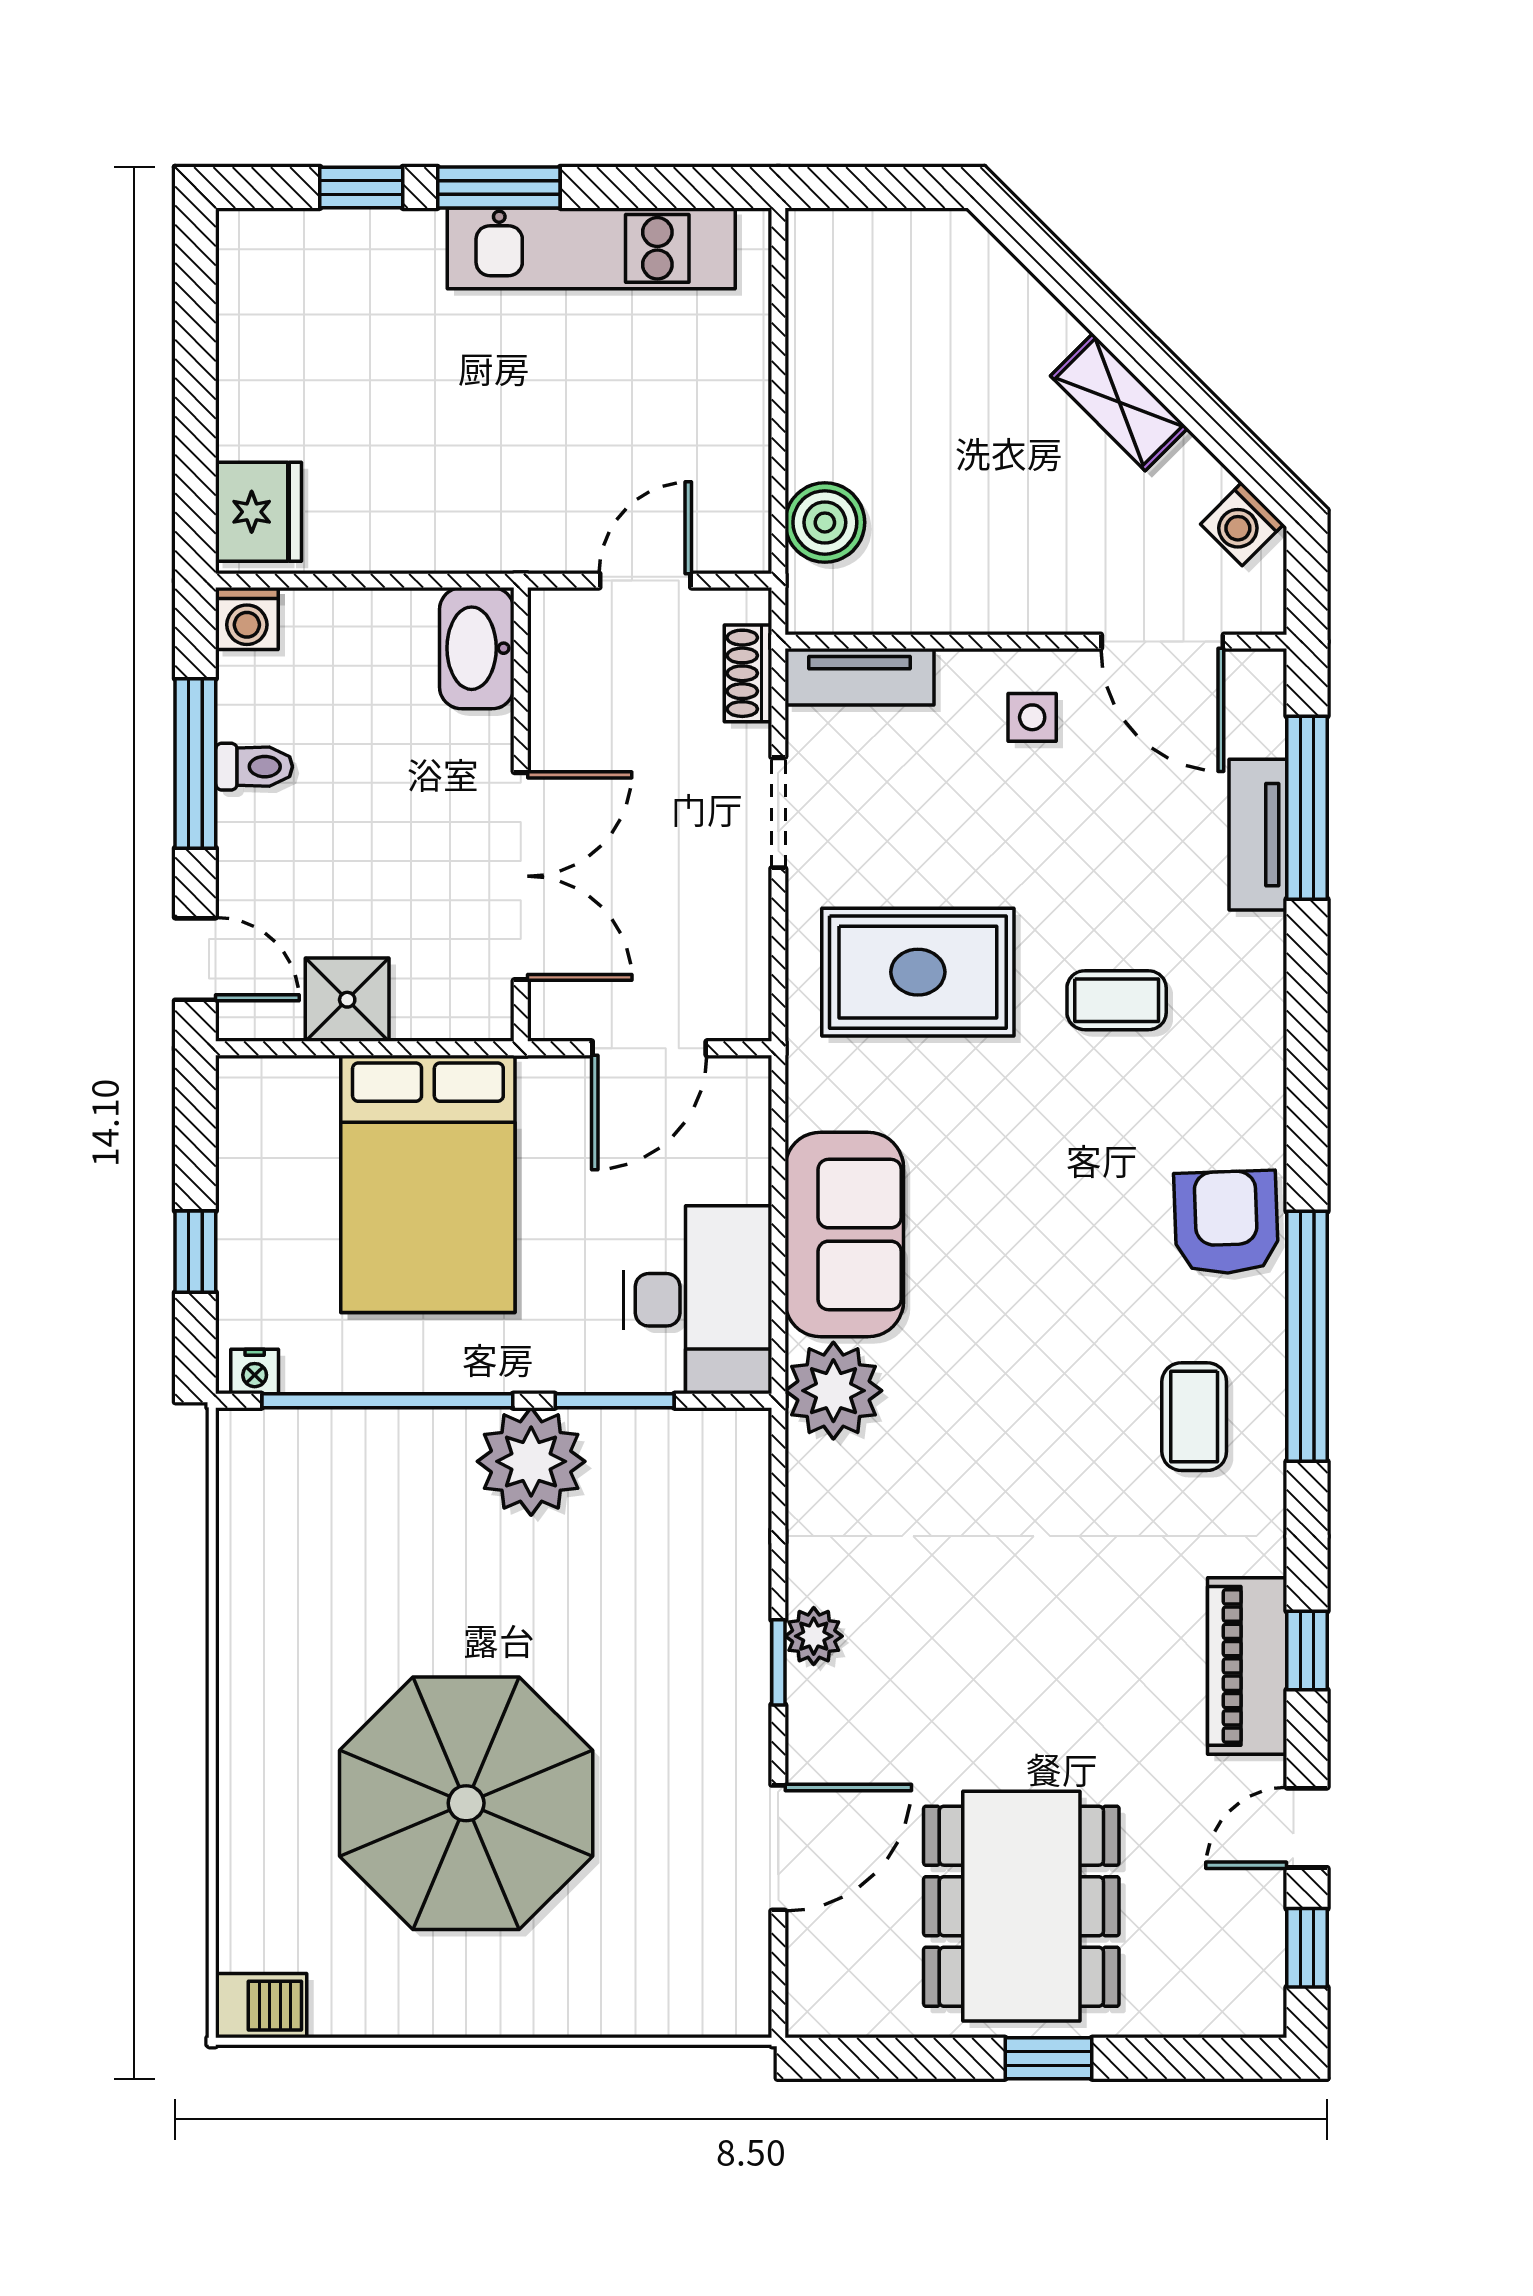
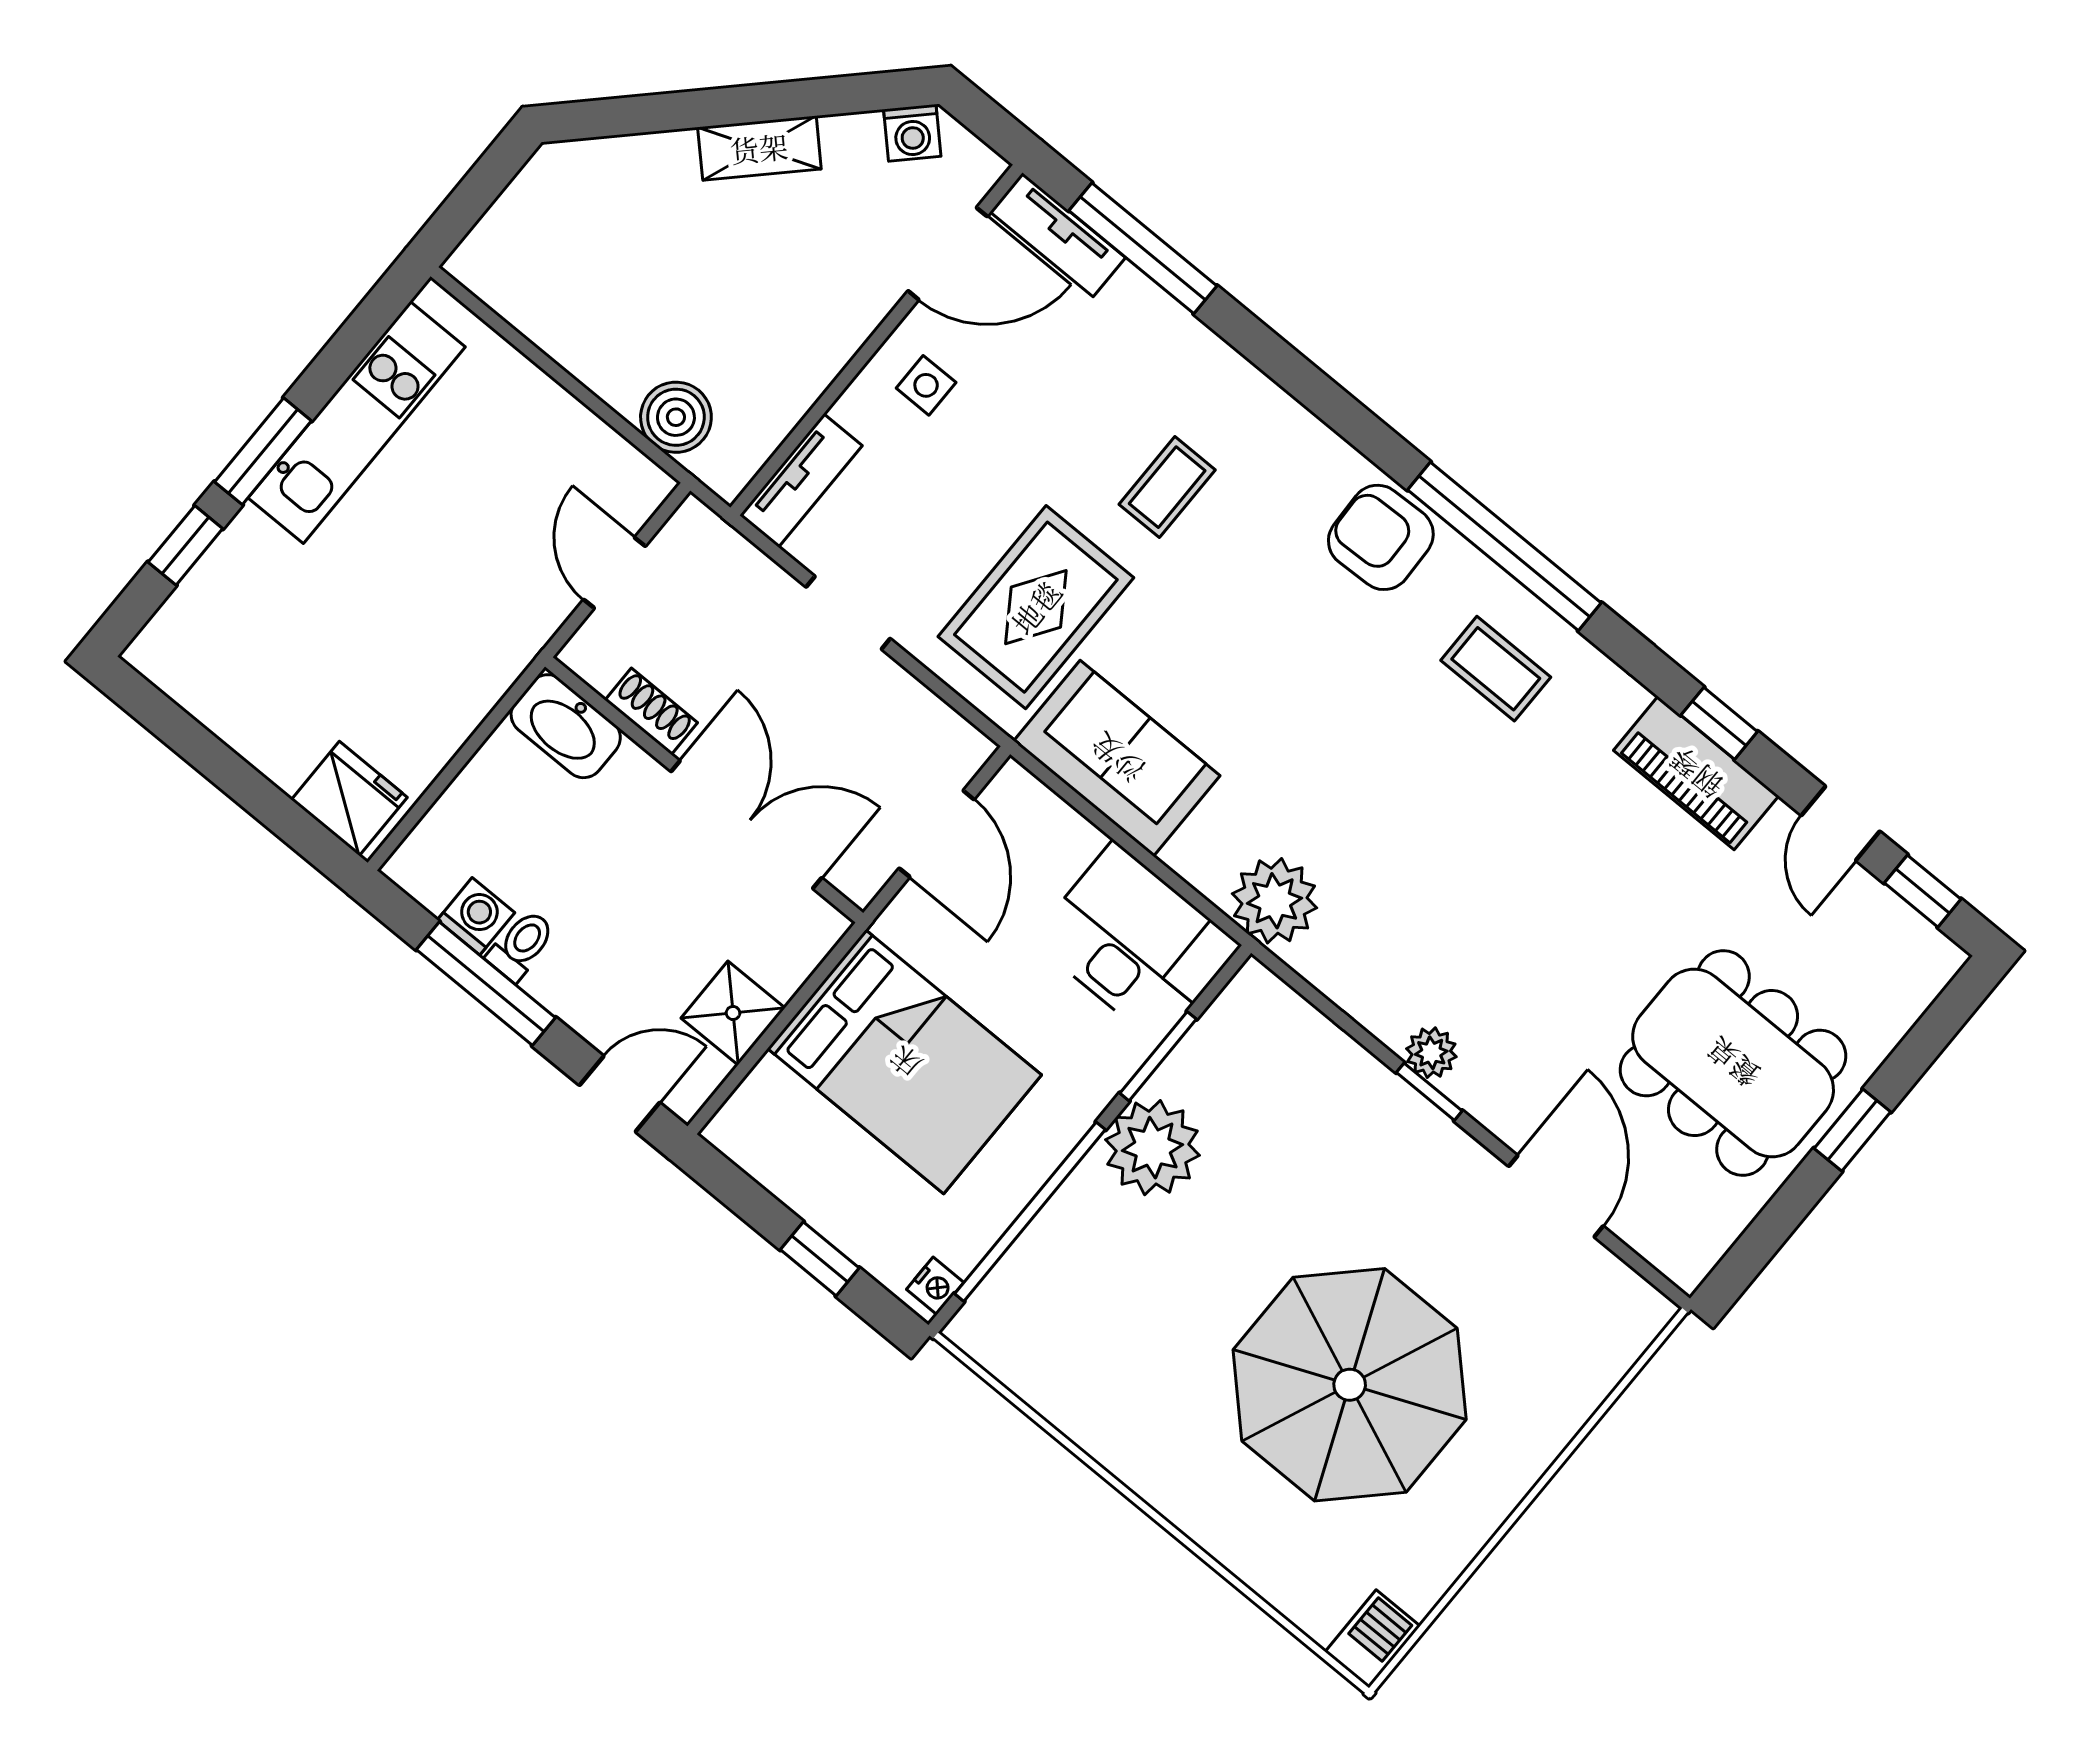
washing machine: (247, 618) -> (476, 916), moved, turned -90
shoe rack: (748, 673) -> (651, 711), moved, turned 180
tv unit: (1258, 835) -> (1058, 235), moved
sofa: (844, 1234) -> (1117, 758), moved

